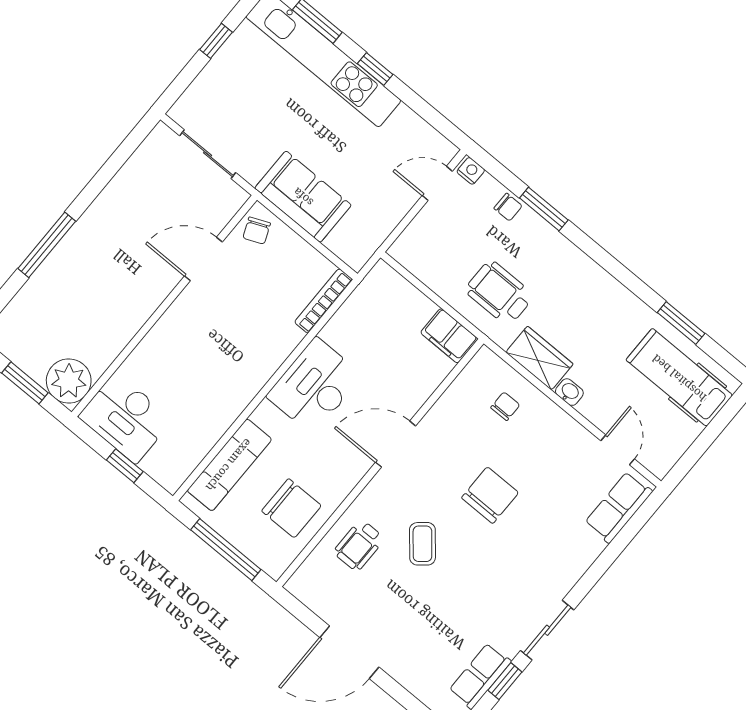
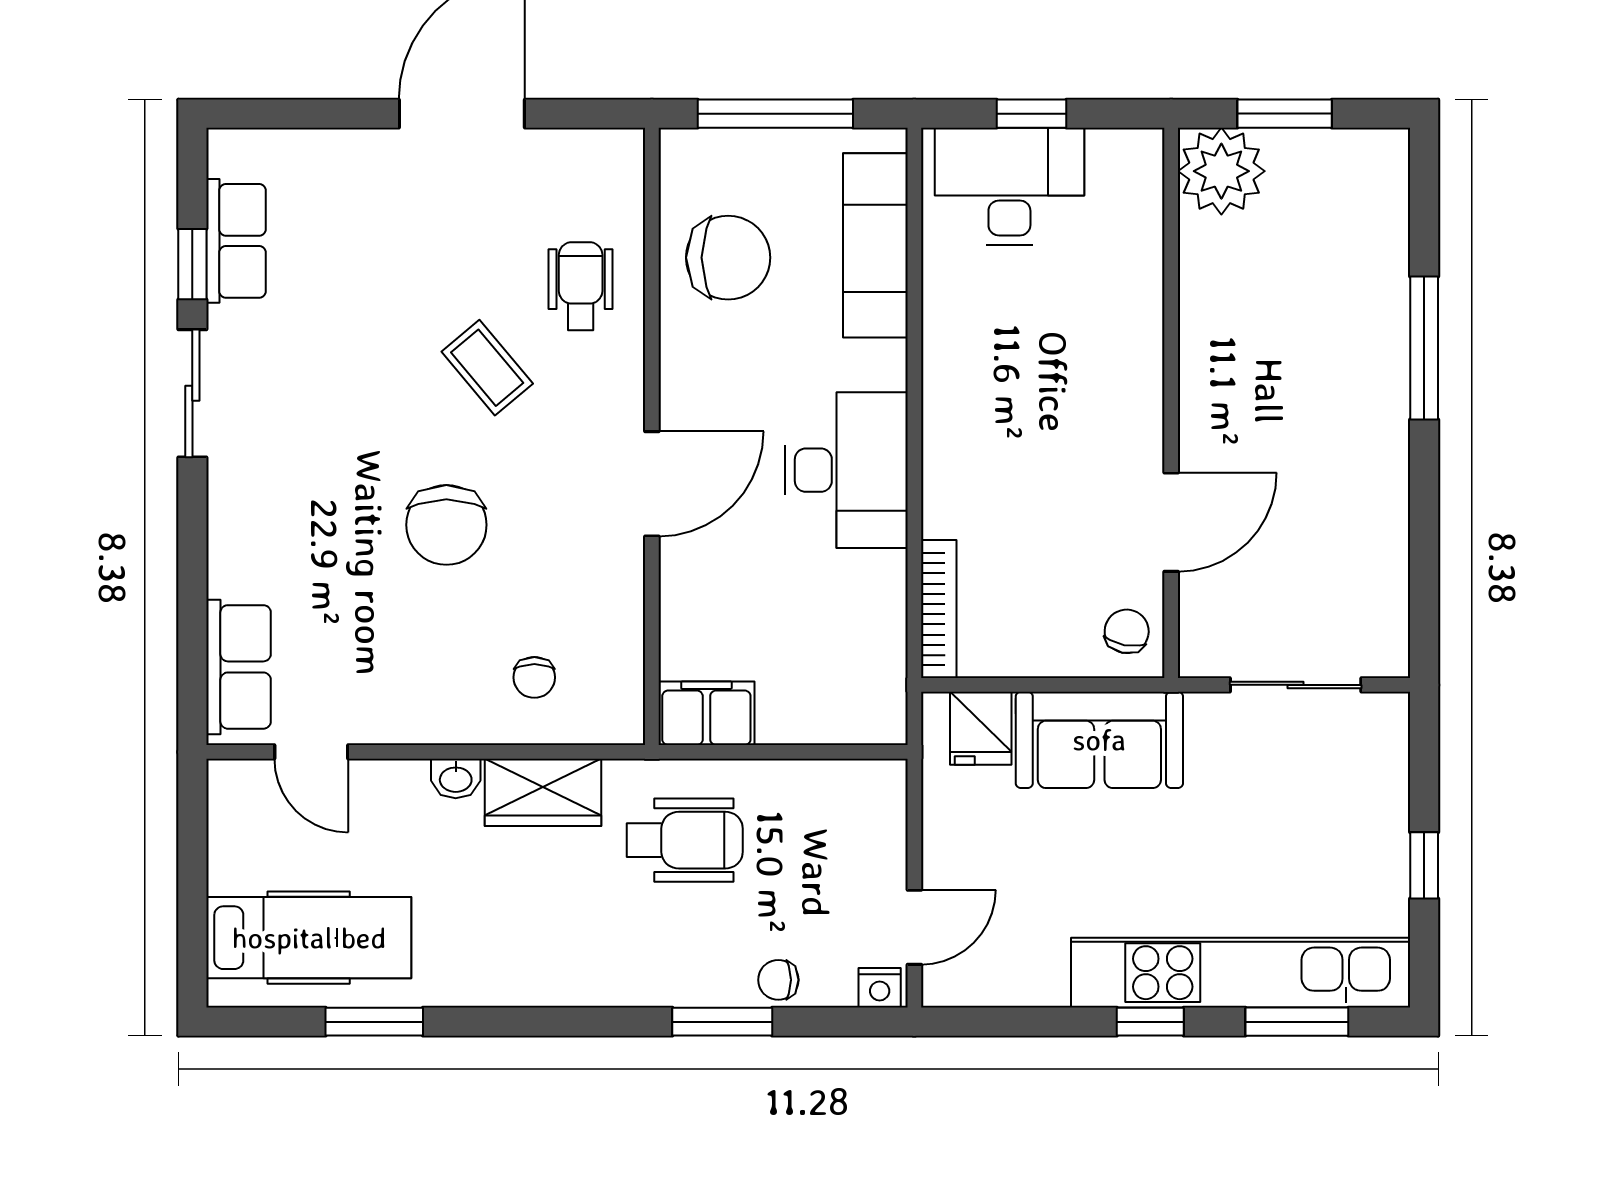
chair: (257, 231) -> (1127, 631), turned 34
fridge: (346, 240) -> (981, 728), added
desk: (126, 418) -> (1009, 186), moved
chair: (291, 508) -> (728, 258), turned 180

